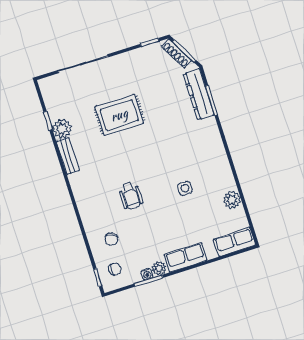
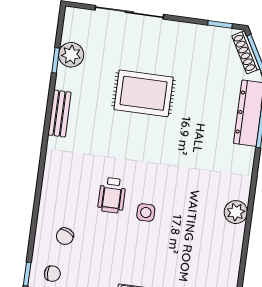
plant: (62, 128) -> (71, 55), moved
side table: (185, 188) -> (146, 212), moved
plant: (232, 200) -> (236, 212), moved

